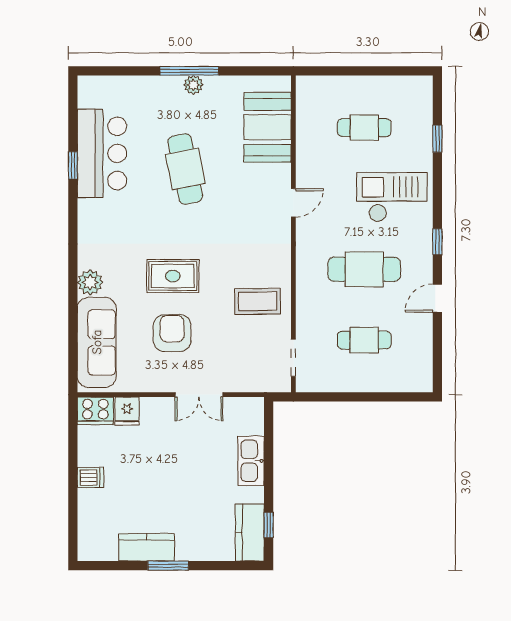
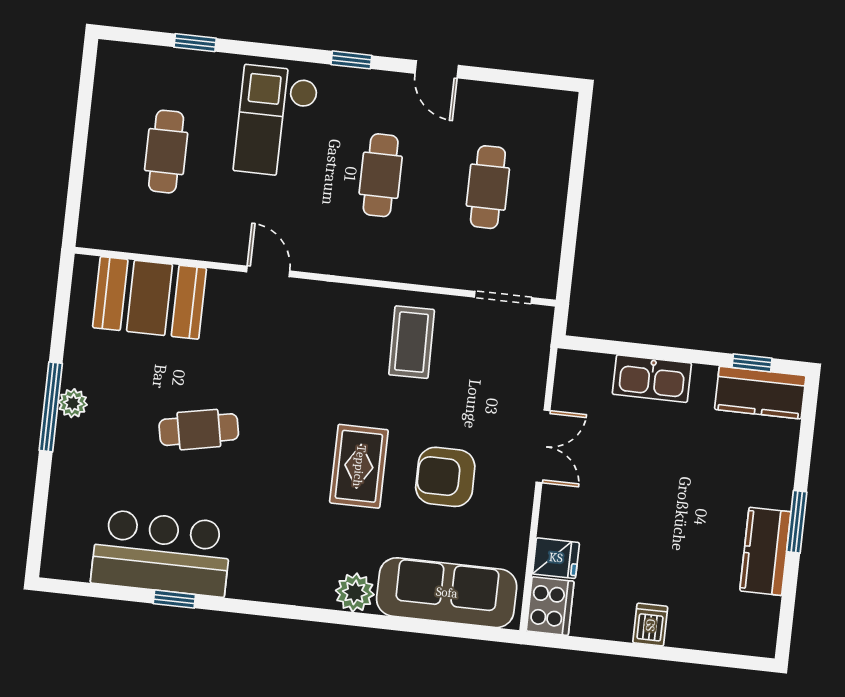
cafe table: (185, 169) -> (199, 430), width x0.73, depth x0.74
cafe table: (364, 269) -> (381, 175), width x0.73, depth x0.74

